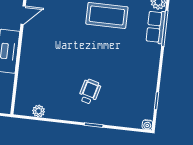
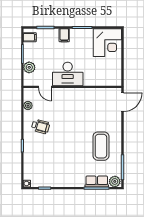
door: (23, 15) -> (45, 87), moved
wheelchair: (90, 92) -> (41, 126), moved

